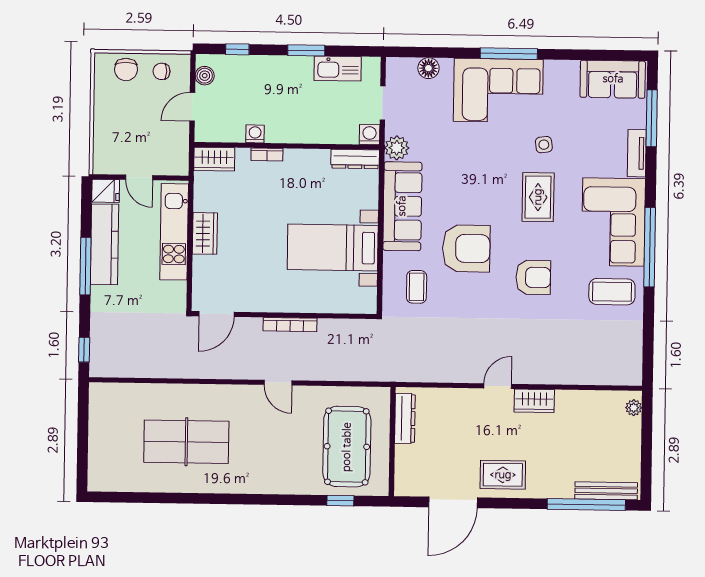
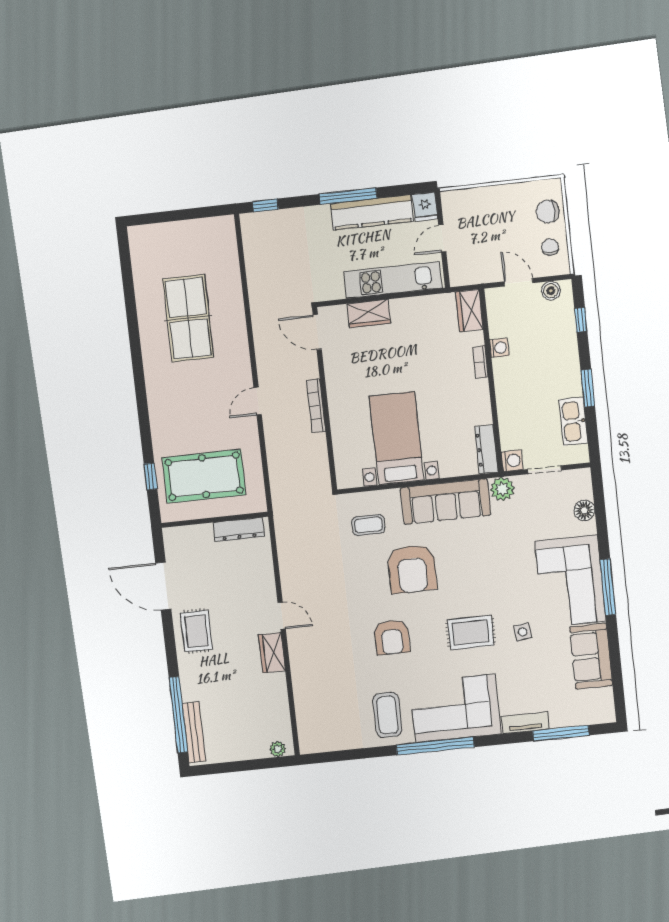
sofa: (613, 79) -> (591, 656), moved
wardrobe: (205, 233) -> (369, 313), moved

